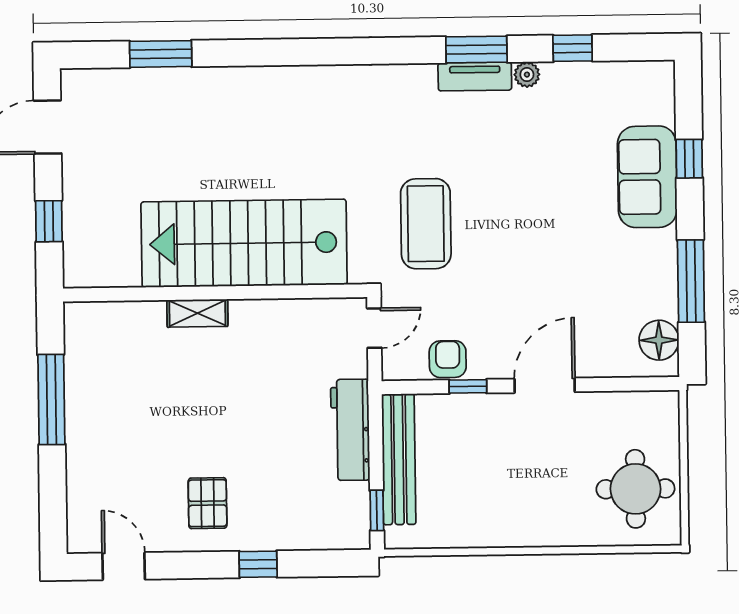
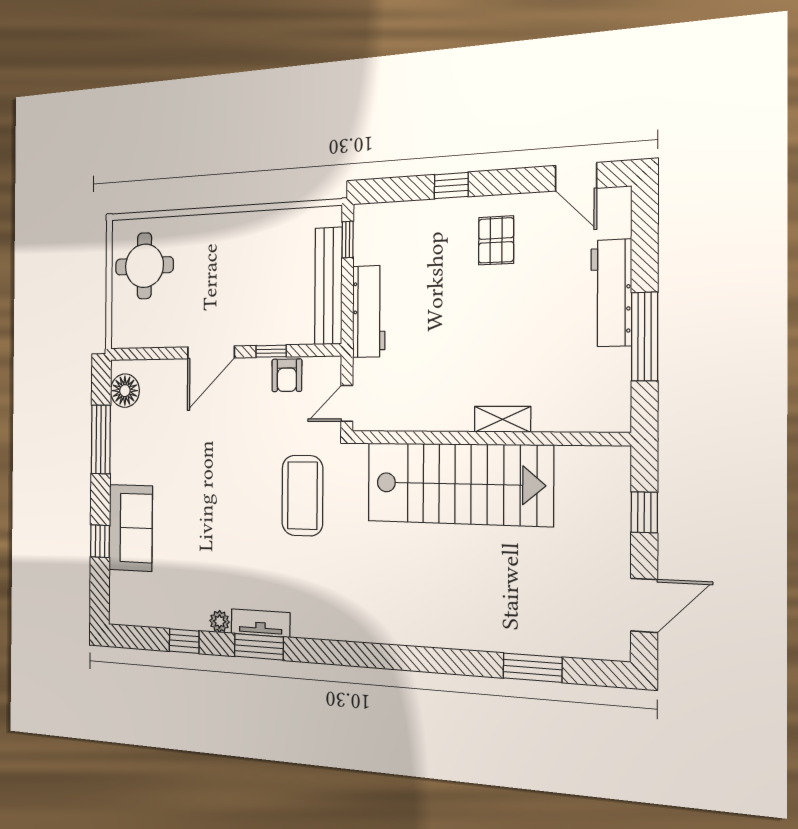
workbench: (86, 445) -> (611, 293), added

